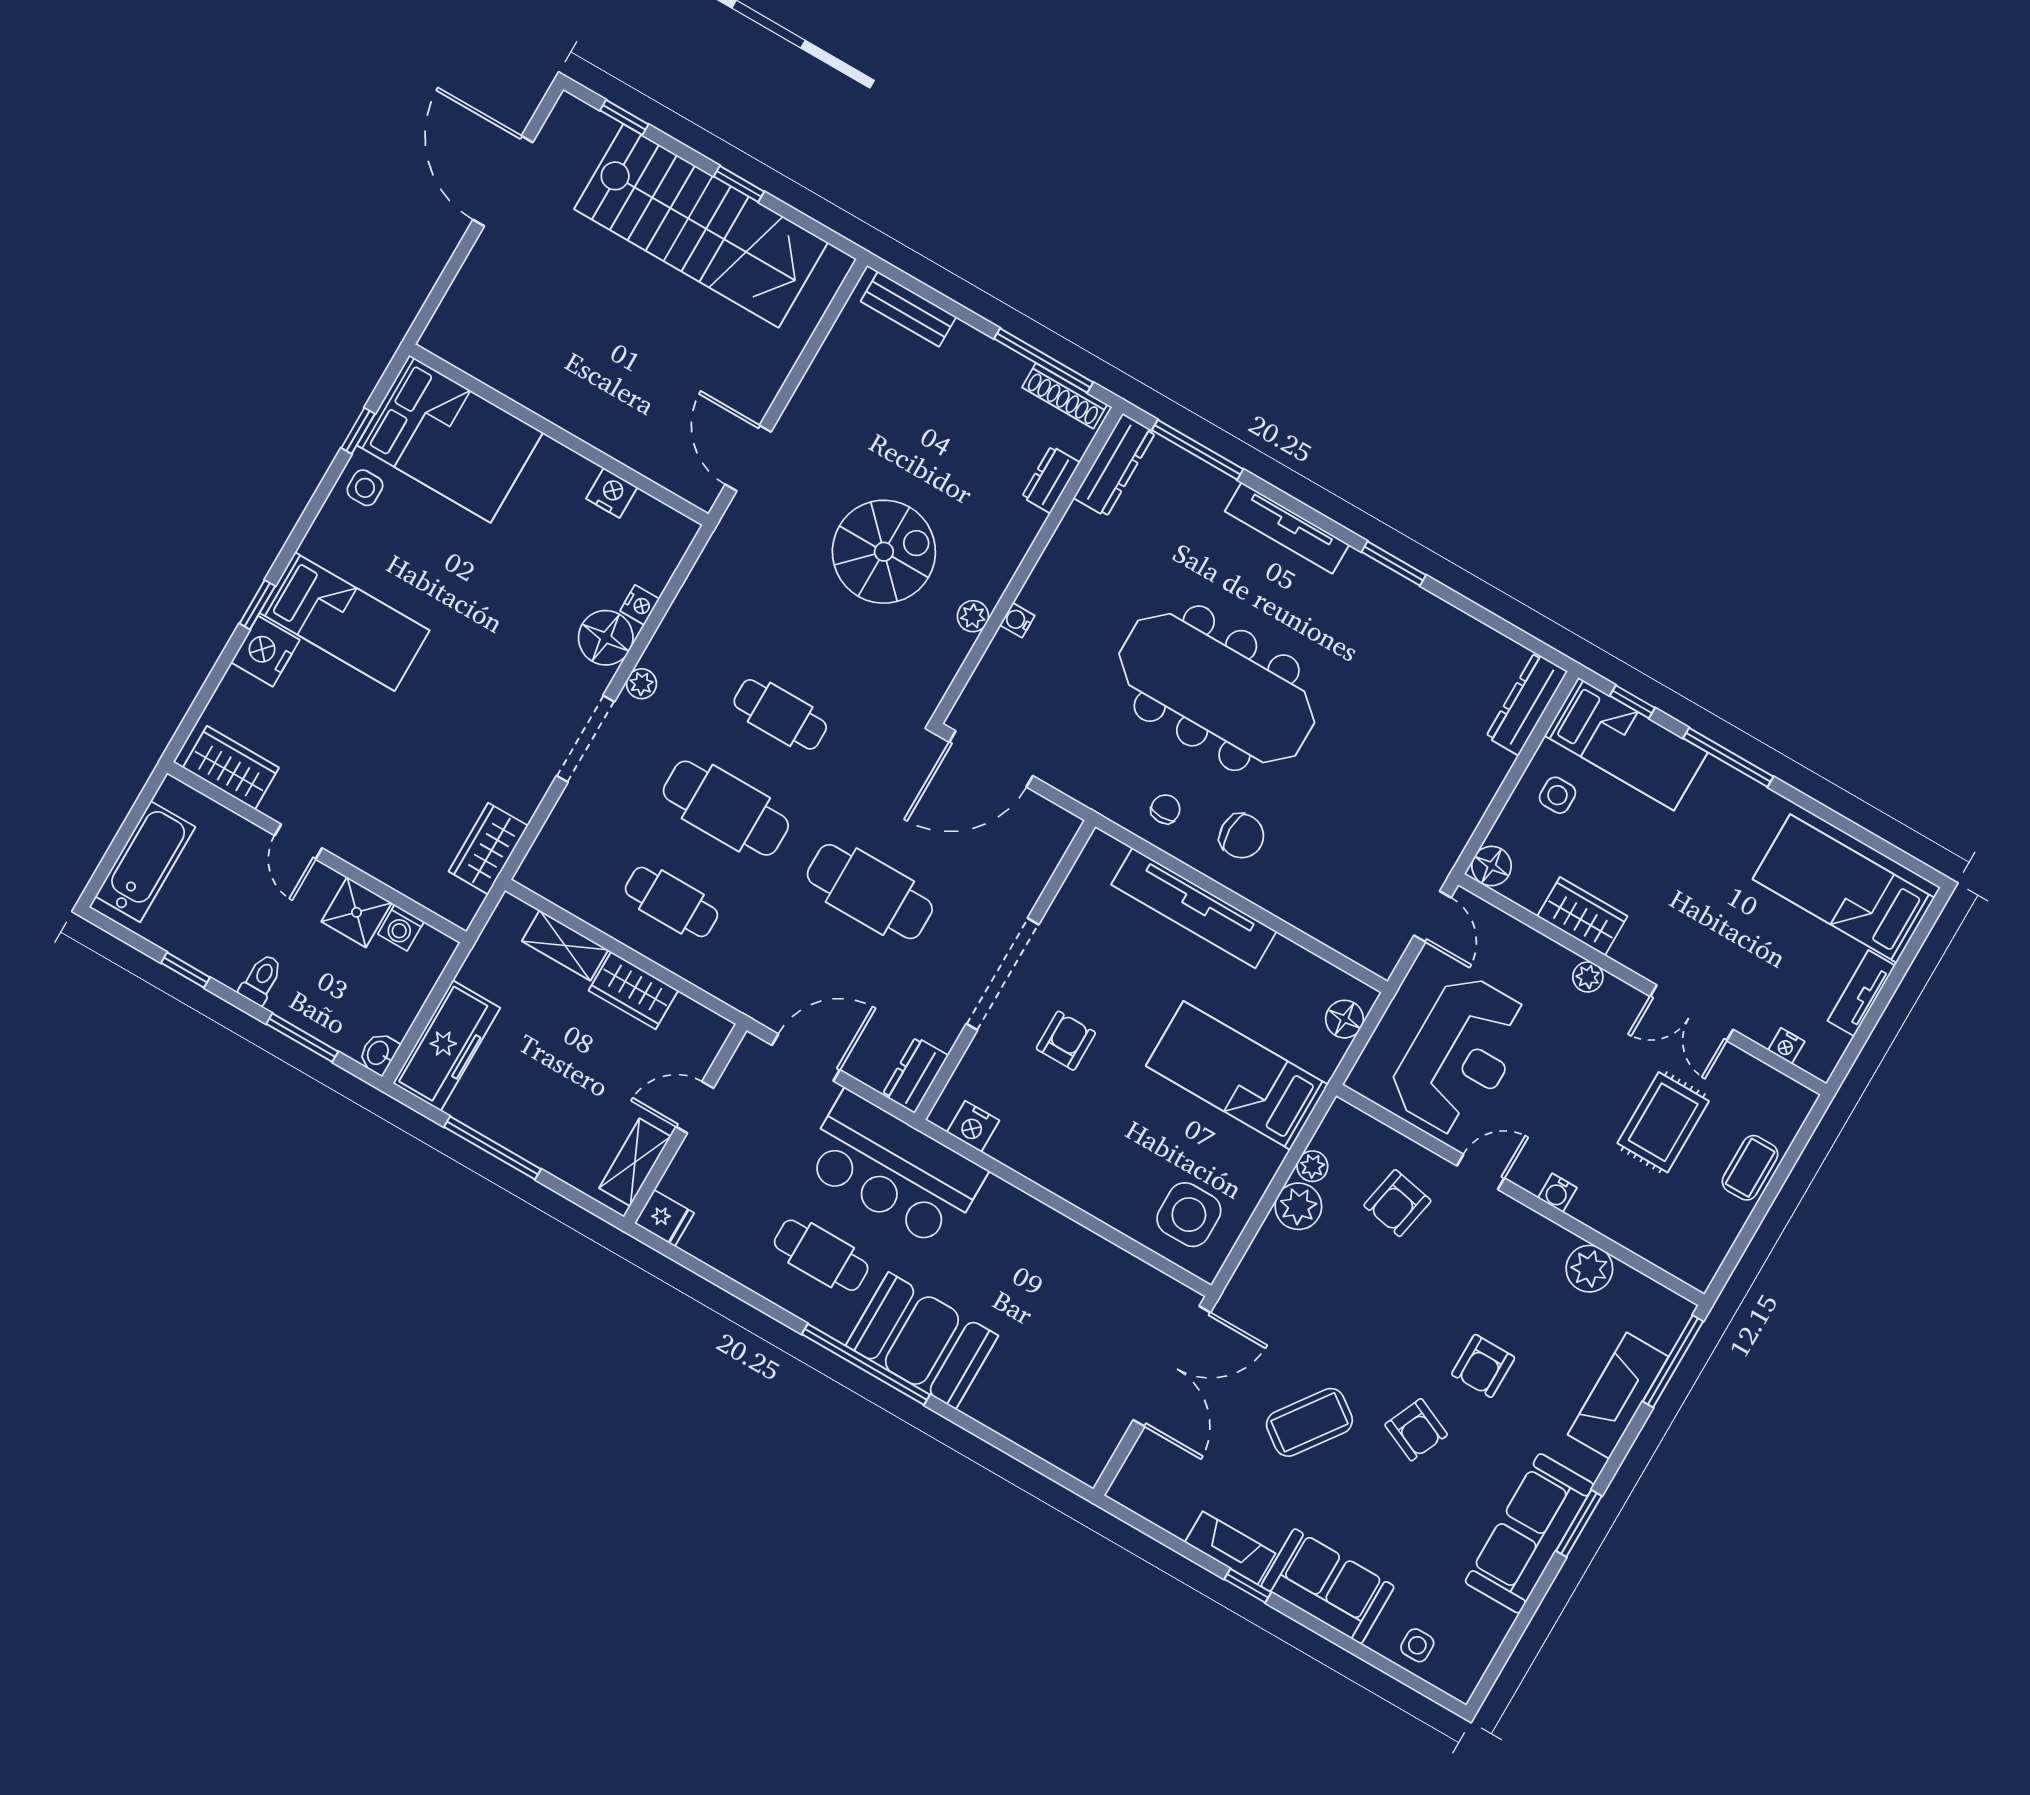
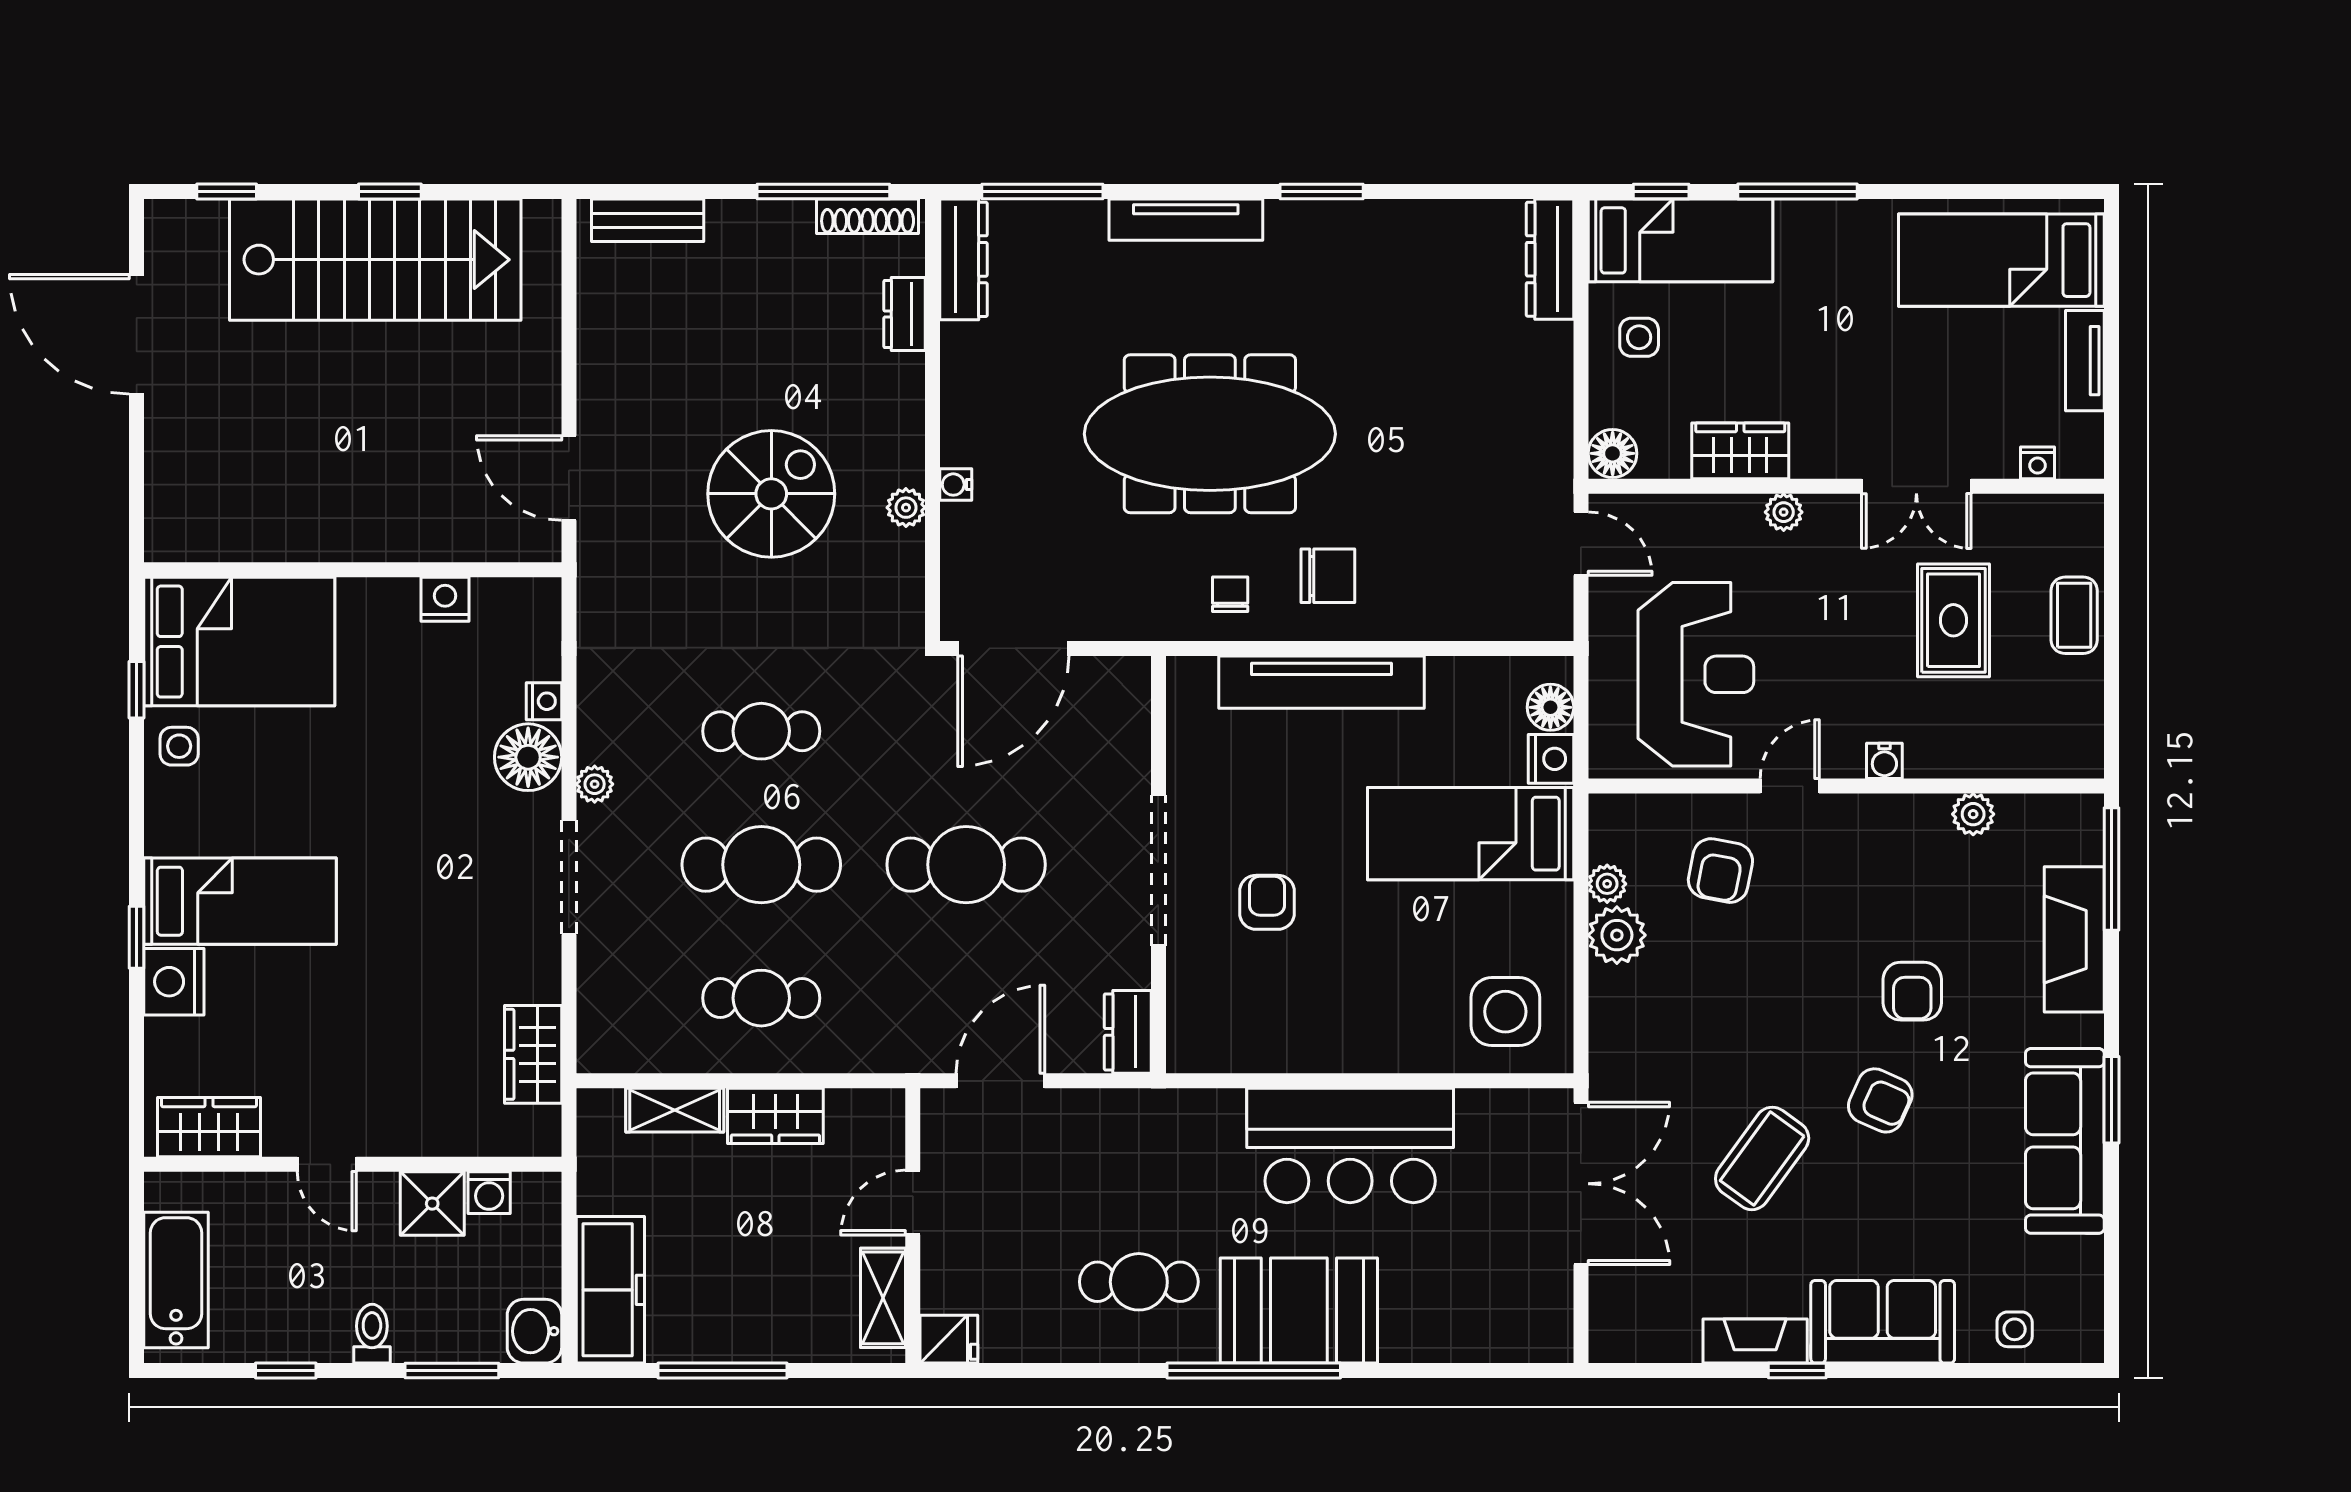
washbasin: (379, 1053) -> (534, 1331), width x1.38, depth x1.45
nightstand: (973, 1126) -> (1551, 759), moved, turned -90
bar counter: (894, 1169) -> (1350, 1145), moved
plant: (1589, 1269) -> (1973, 814), width x0.73, depth x0.73

